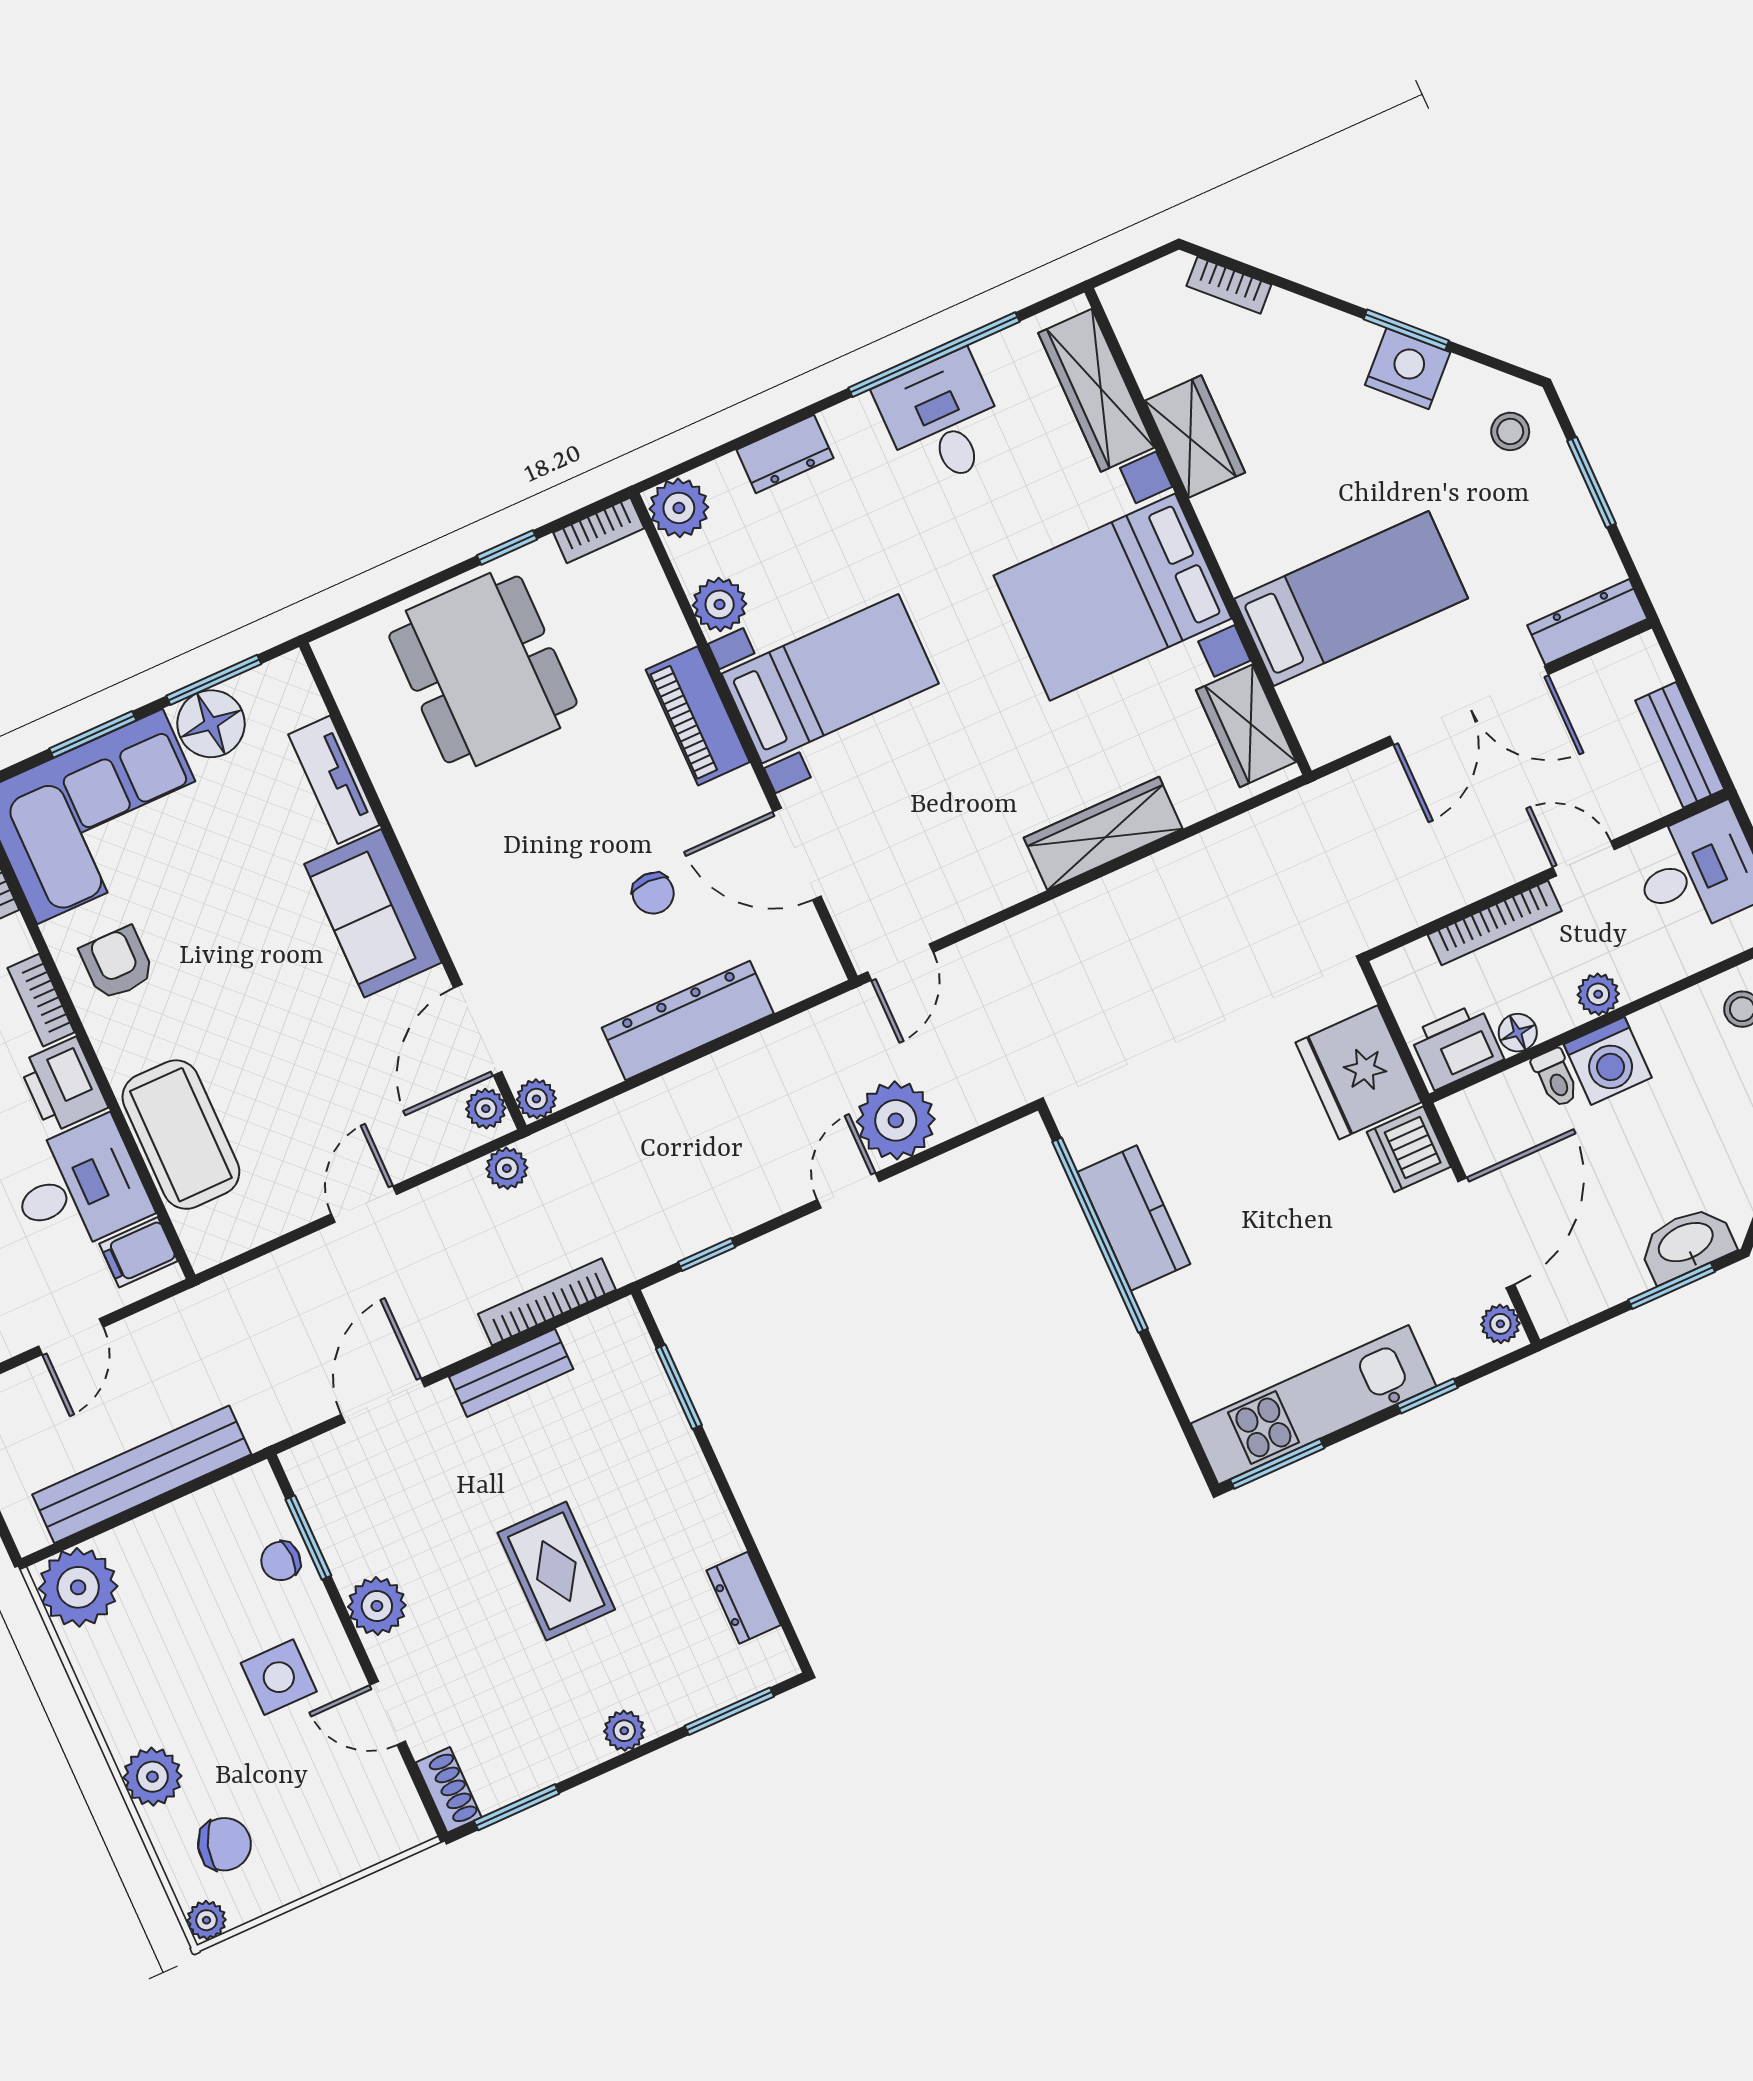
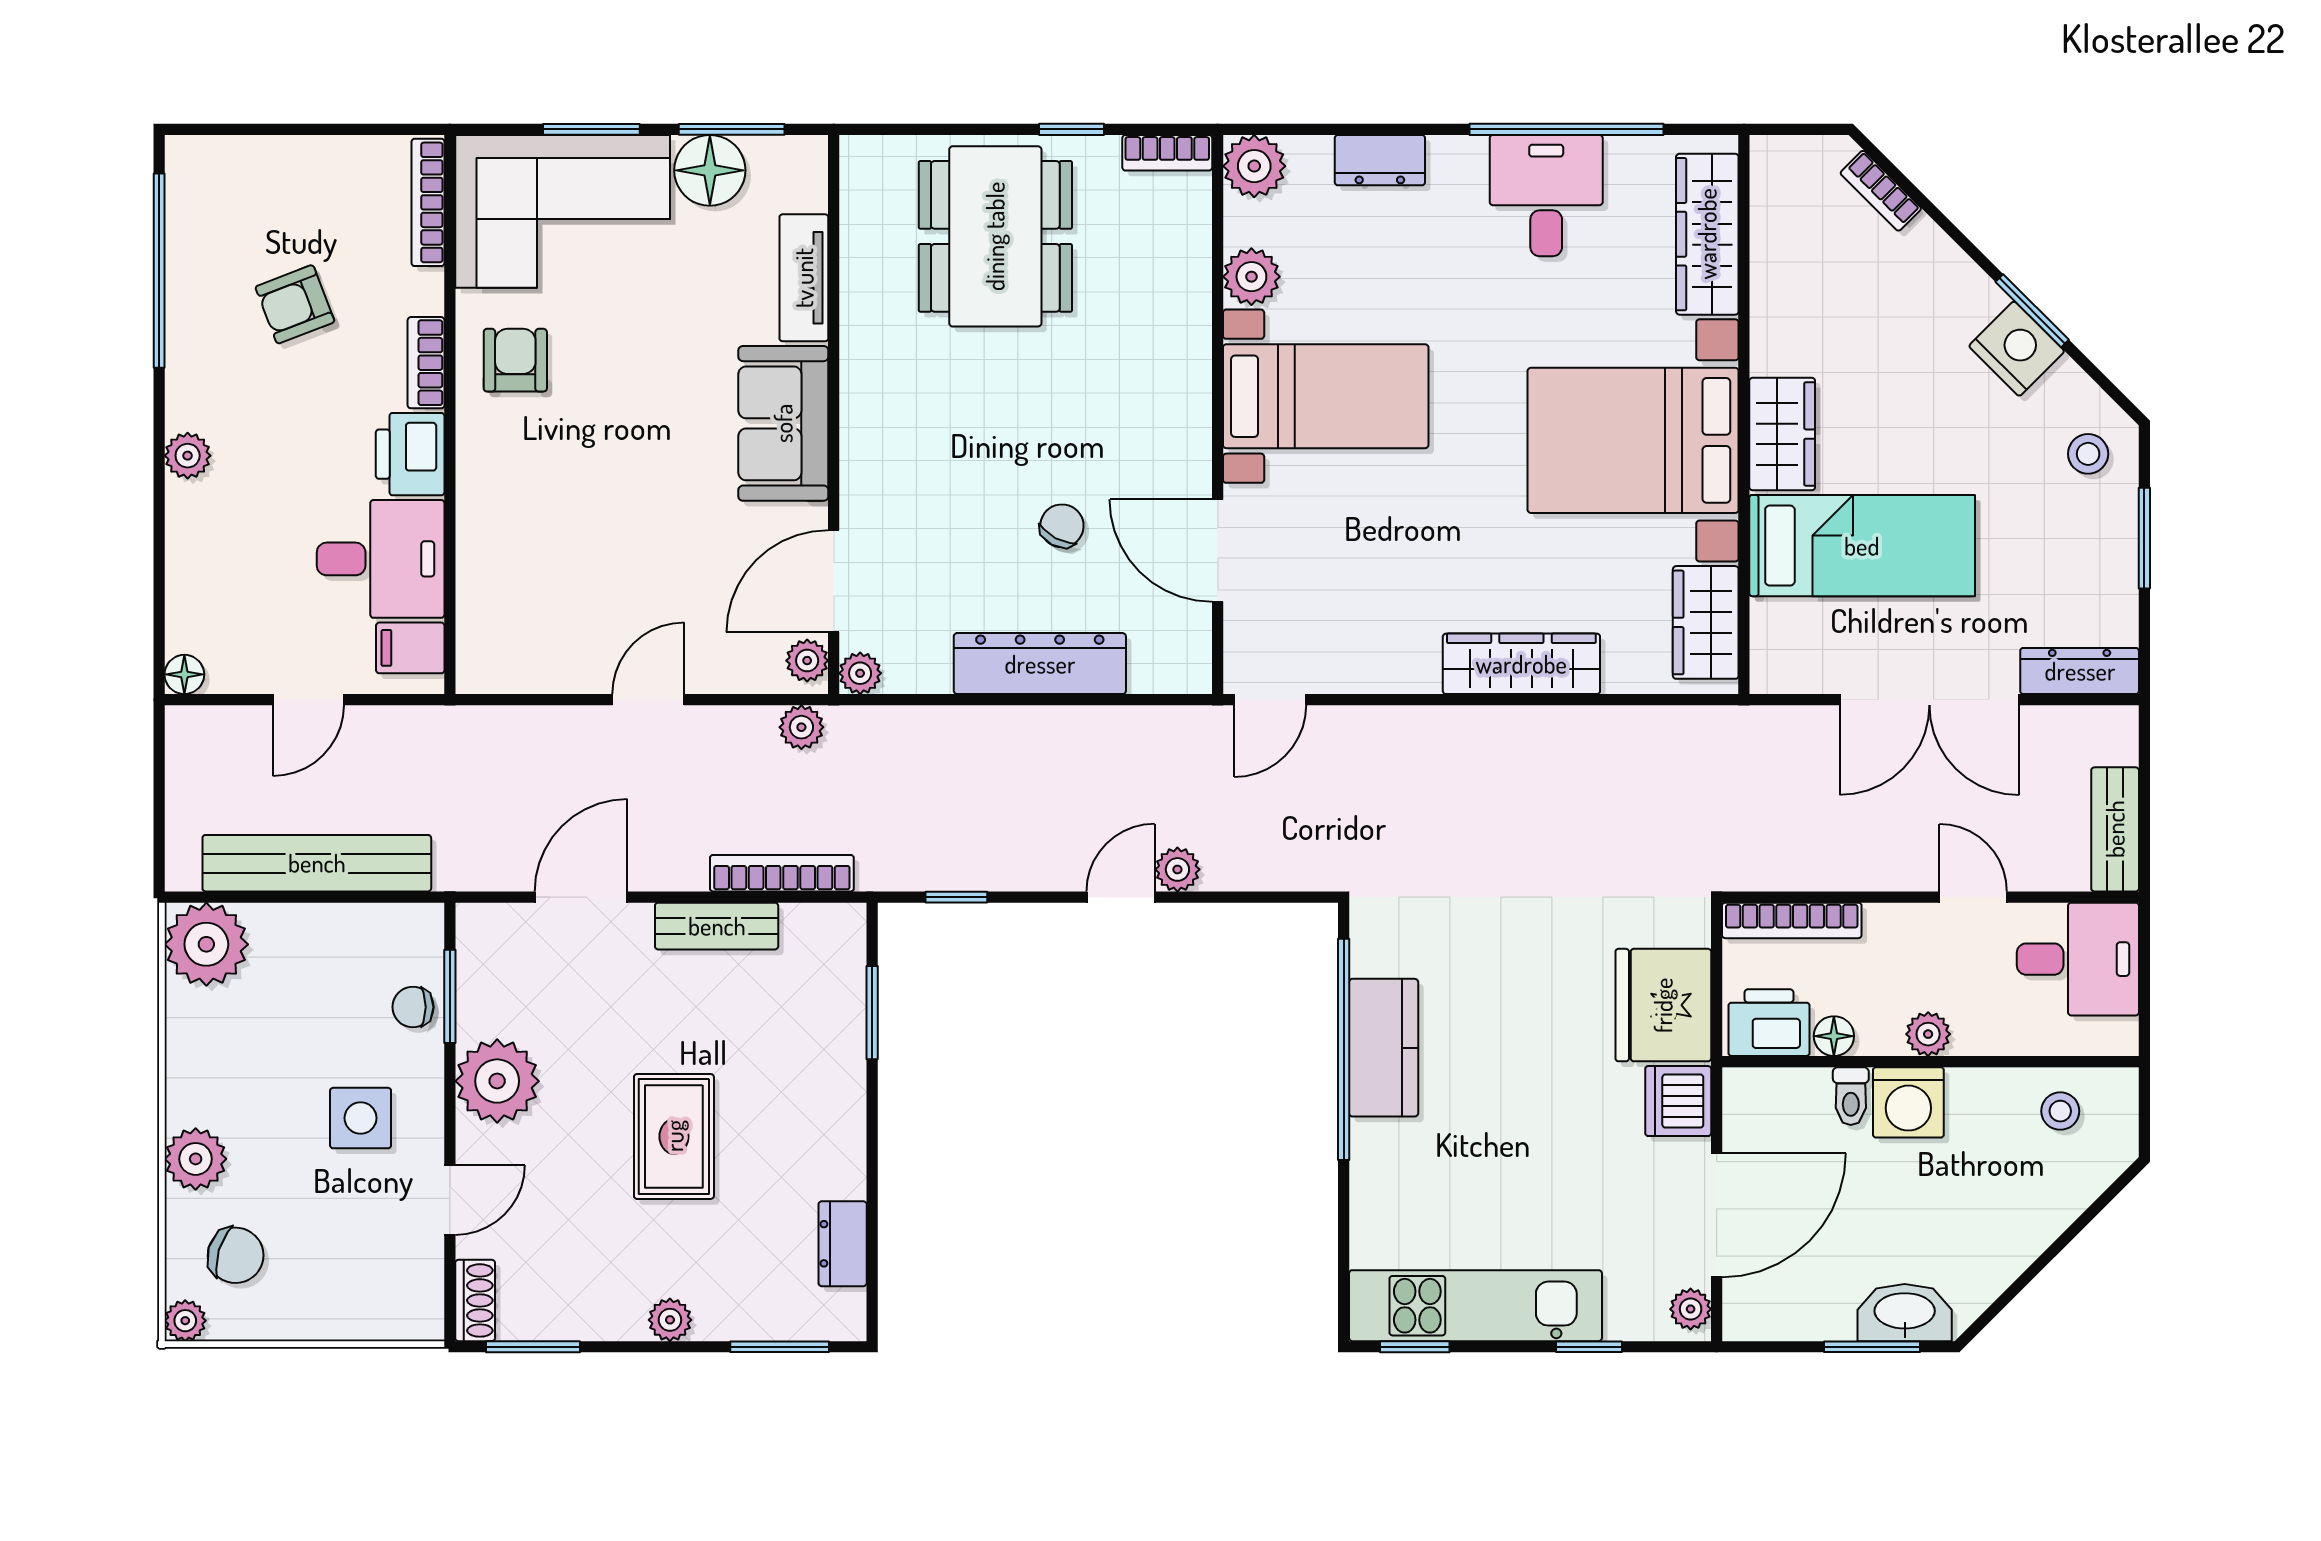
wardrobe: (1195, 437) -> (1782, 434), moved
piano: (698, 716) -> (1182, 374), removed
chair: (653, 893) -> (1062, 526), turned -152
bookcase: (1495, 923) -> (1792, 920), moved
plant: (896, 1120) -> (1177, 869), width x0.53, depth x0.53
coffee table: (181, 1135) -> (502, 553), removed
window: (1277, 1464) -> (1415, 1347), width x0.67
plant: (377, 1606) -> (497, 1081), width x1.36, depth x1.36
door: (388, 1713) -> (450, 1200), swing flipped

